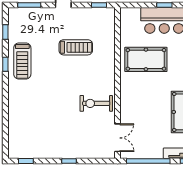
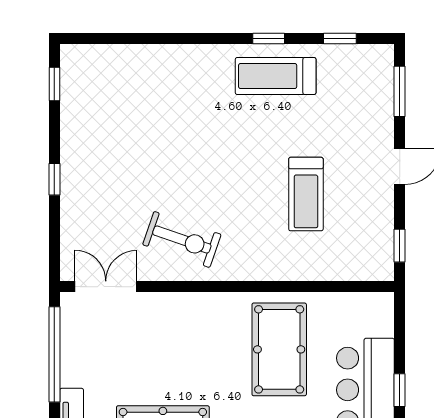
exercise bike: (96, 103) -> (182, 239), turned 109
double door: (118, 138) -> (106, 287), swing flipped

